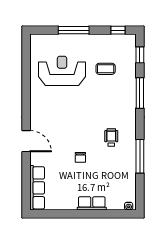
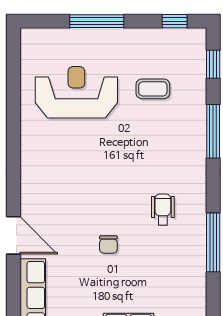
door: (26, 141) -> (13, 235), moved

